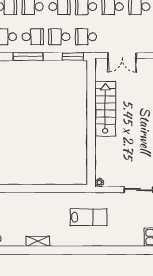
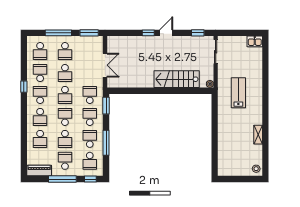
school desk: (59, 37) -> (90, 117), turned 180
school desk: (86, 37) -> (90, 95), turned 180
stairs: (105, 109) -> (177, 79), moved

